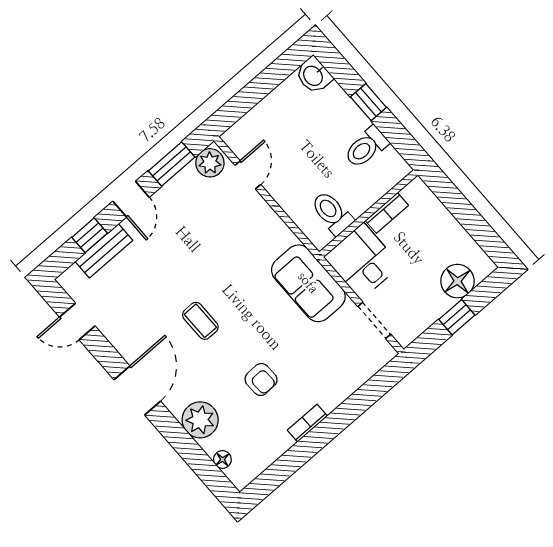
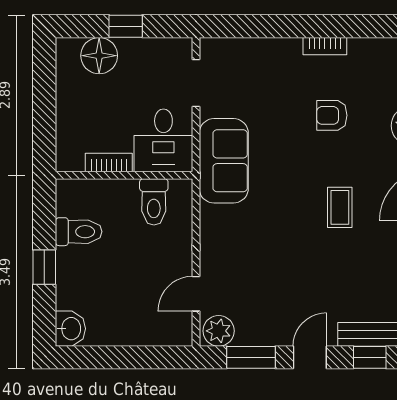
armchair: (261, 379) -> (332, 115), turned -88

